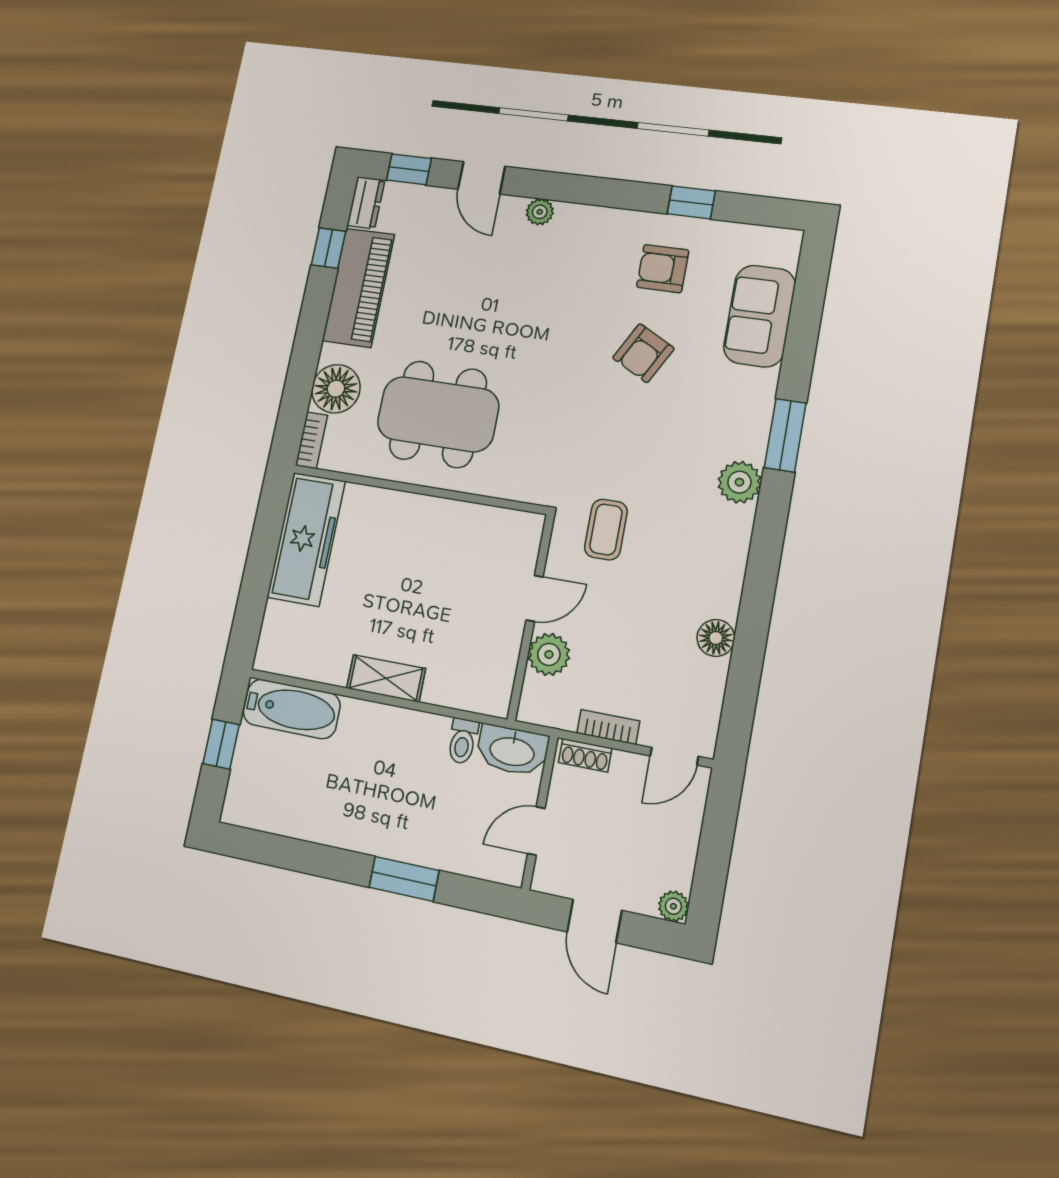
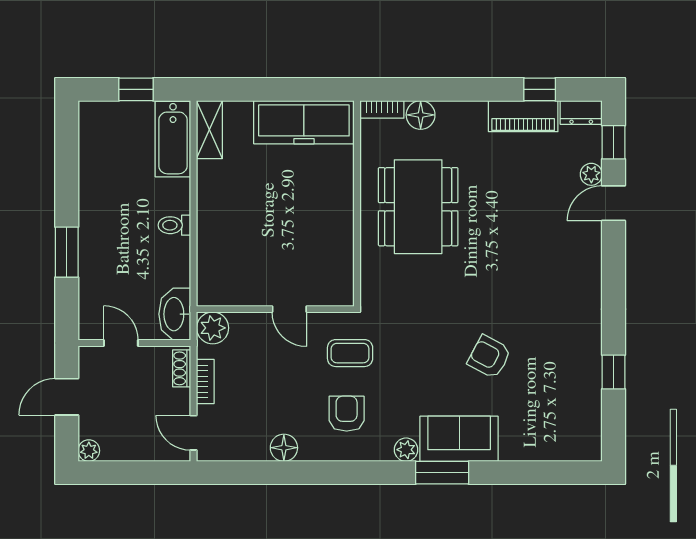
plant: (540, 212) -> (591, 174), moved
armchair: (663, 269) -> (347, 414), moved
piano: (358, 288) -> (523, 116), width x0.73, depth x0.75
sofa: (760, 316) -> (459, 439), moved
floor lamp: (336, 389) -> (421, 115), width x0.73, depth x0.73
plant: (739, 482) -> (406, 450), width x0.73, depth x0.73
plant: (549, 654) -> (213, 328), moved
shelving: (386, 678) -> (209, 130), moved
toilet: (463, 741) -> (174, 225), moved

